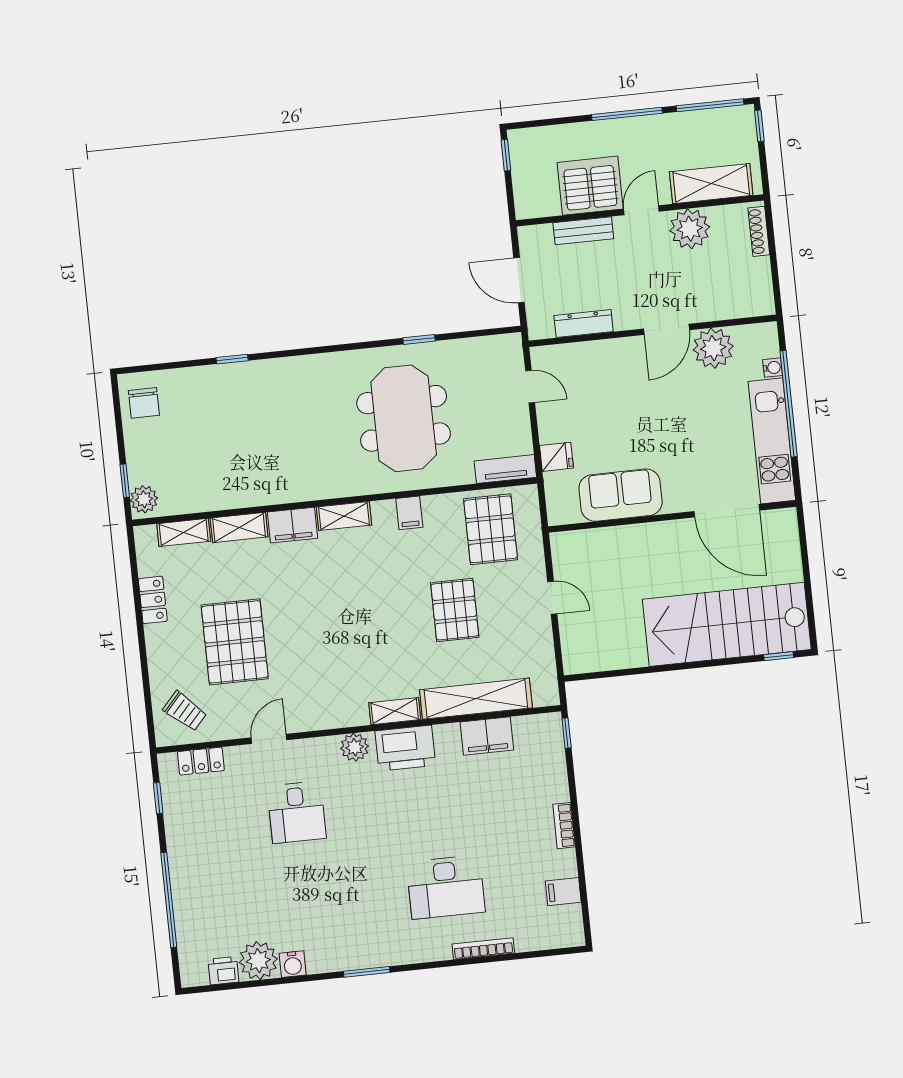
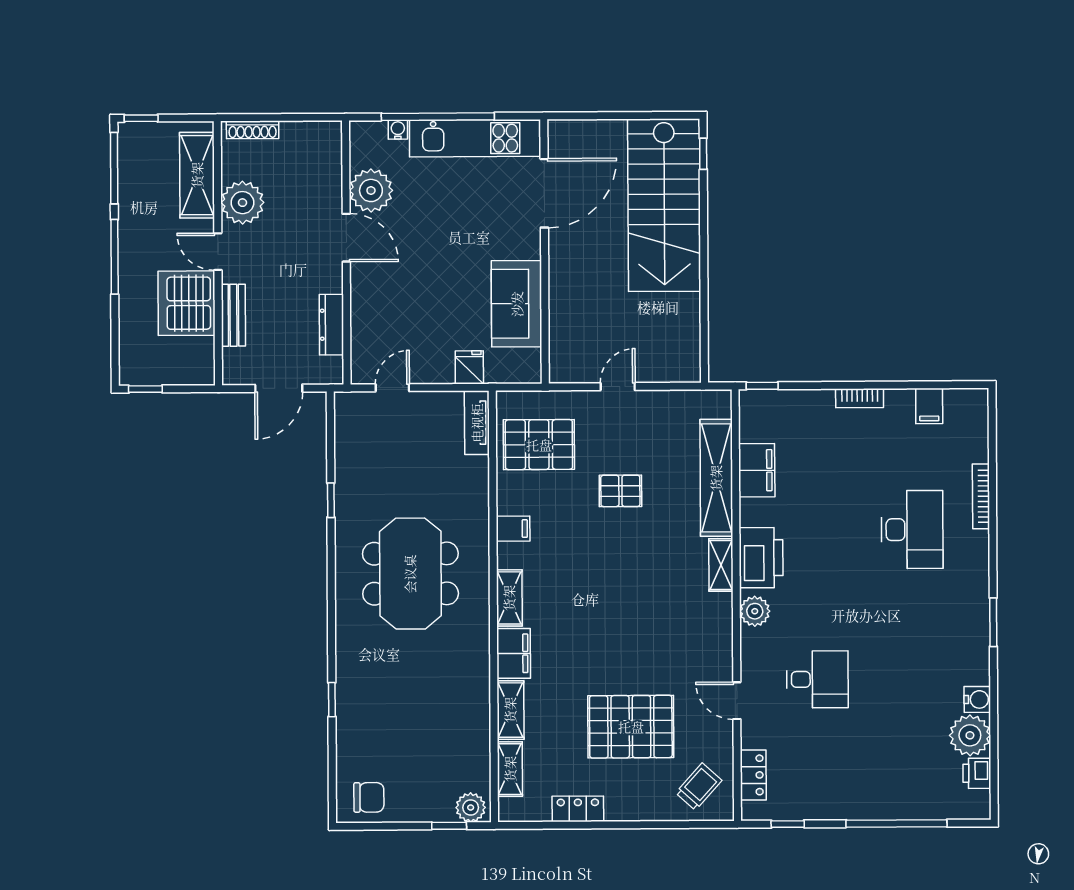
meeting table: (404, 418) -> (410, 574), moved, turned 90
pallet: (455, 610) -> (620, 491), width x0.67, depth x0.71

